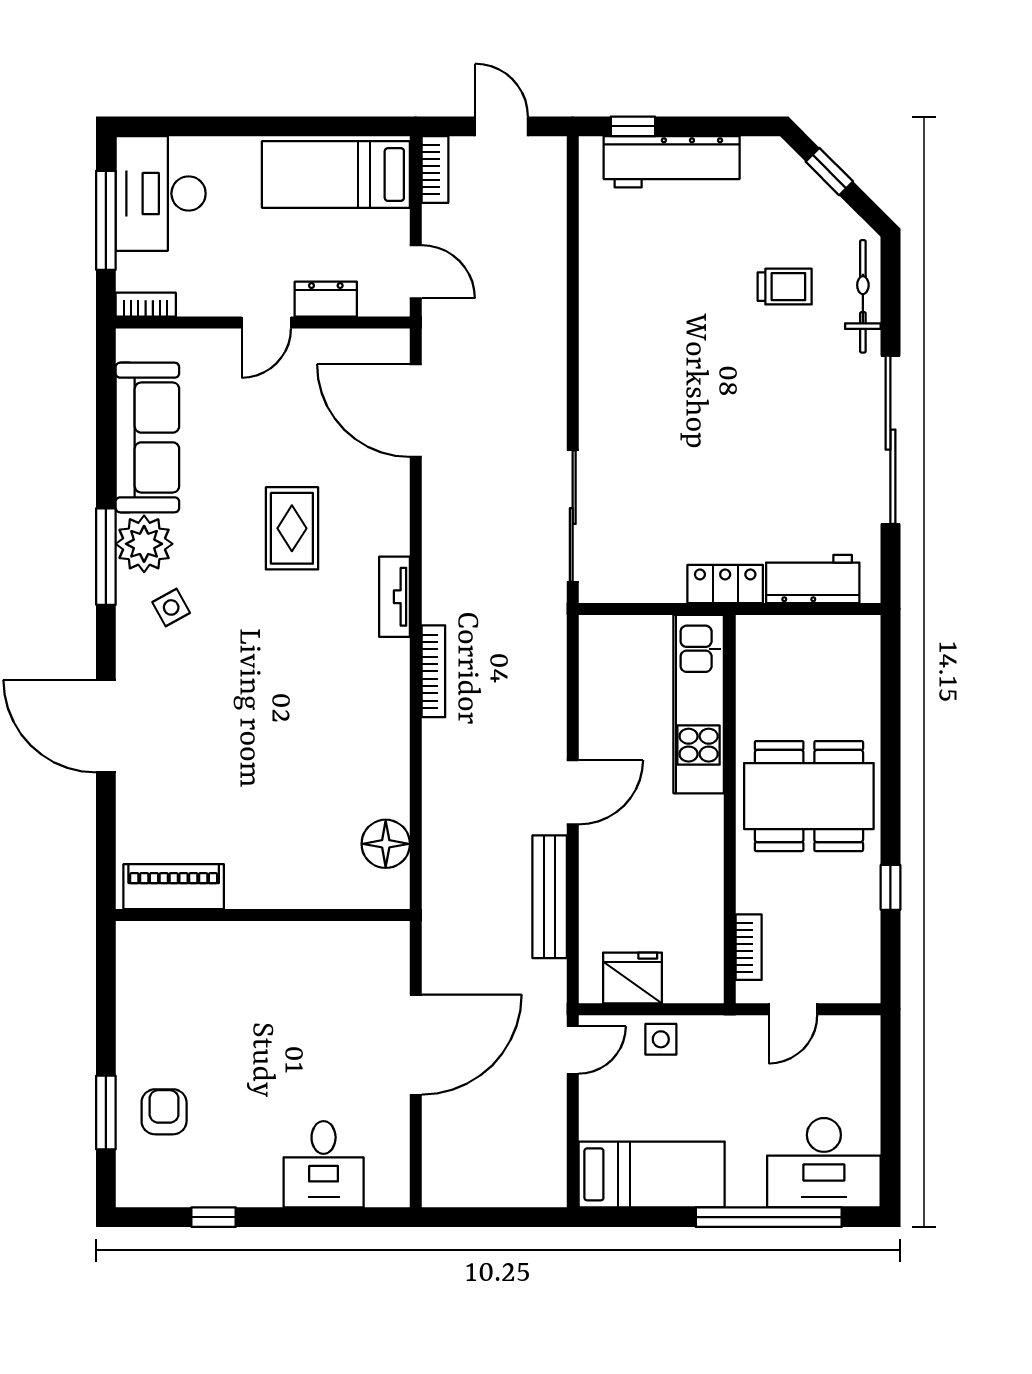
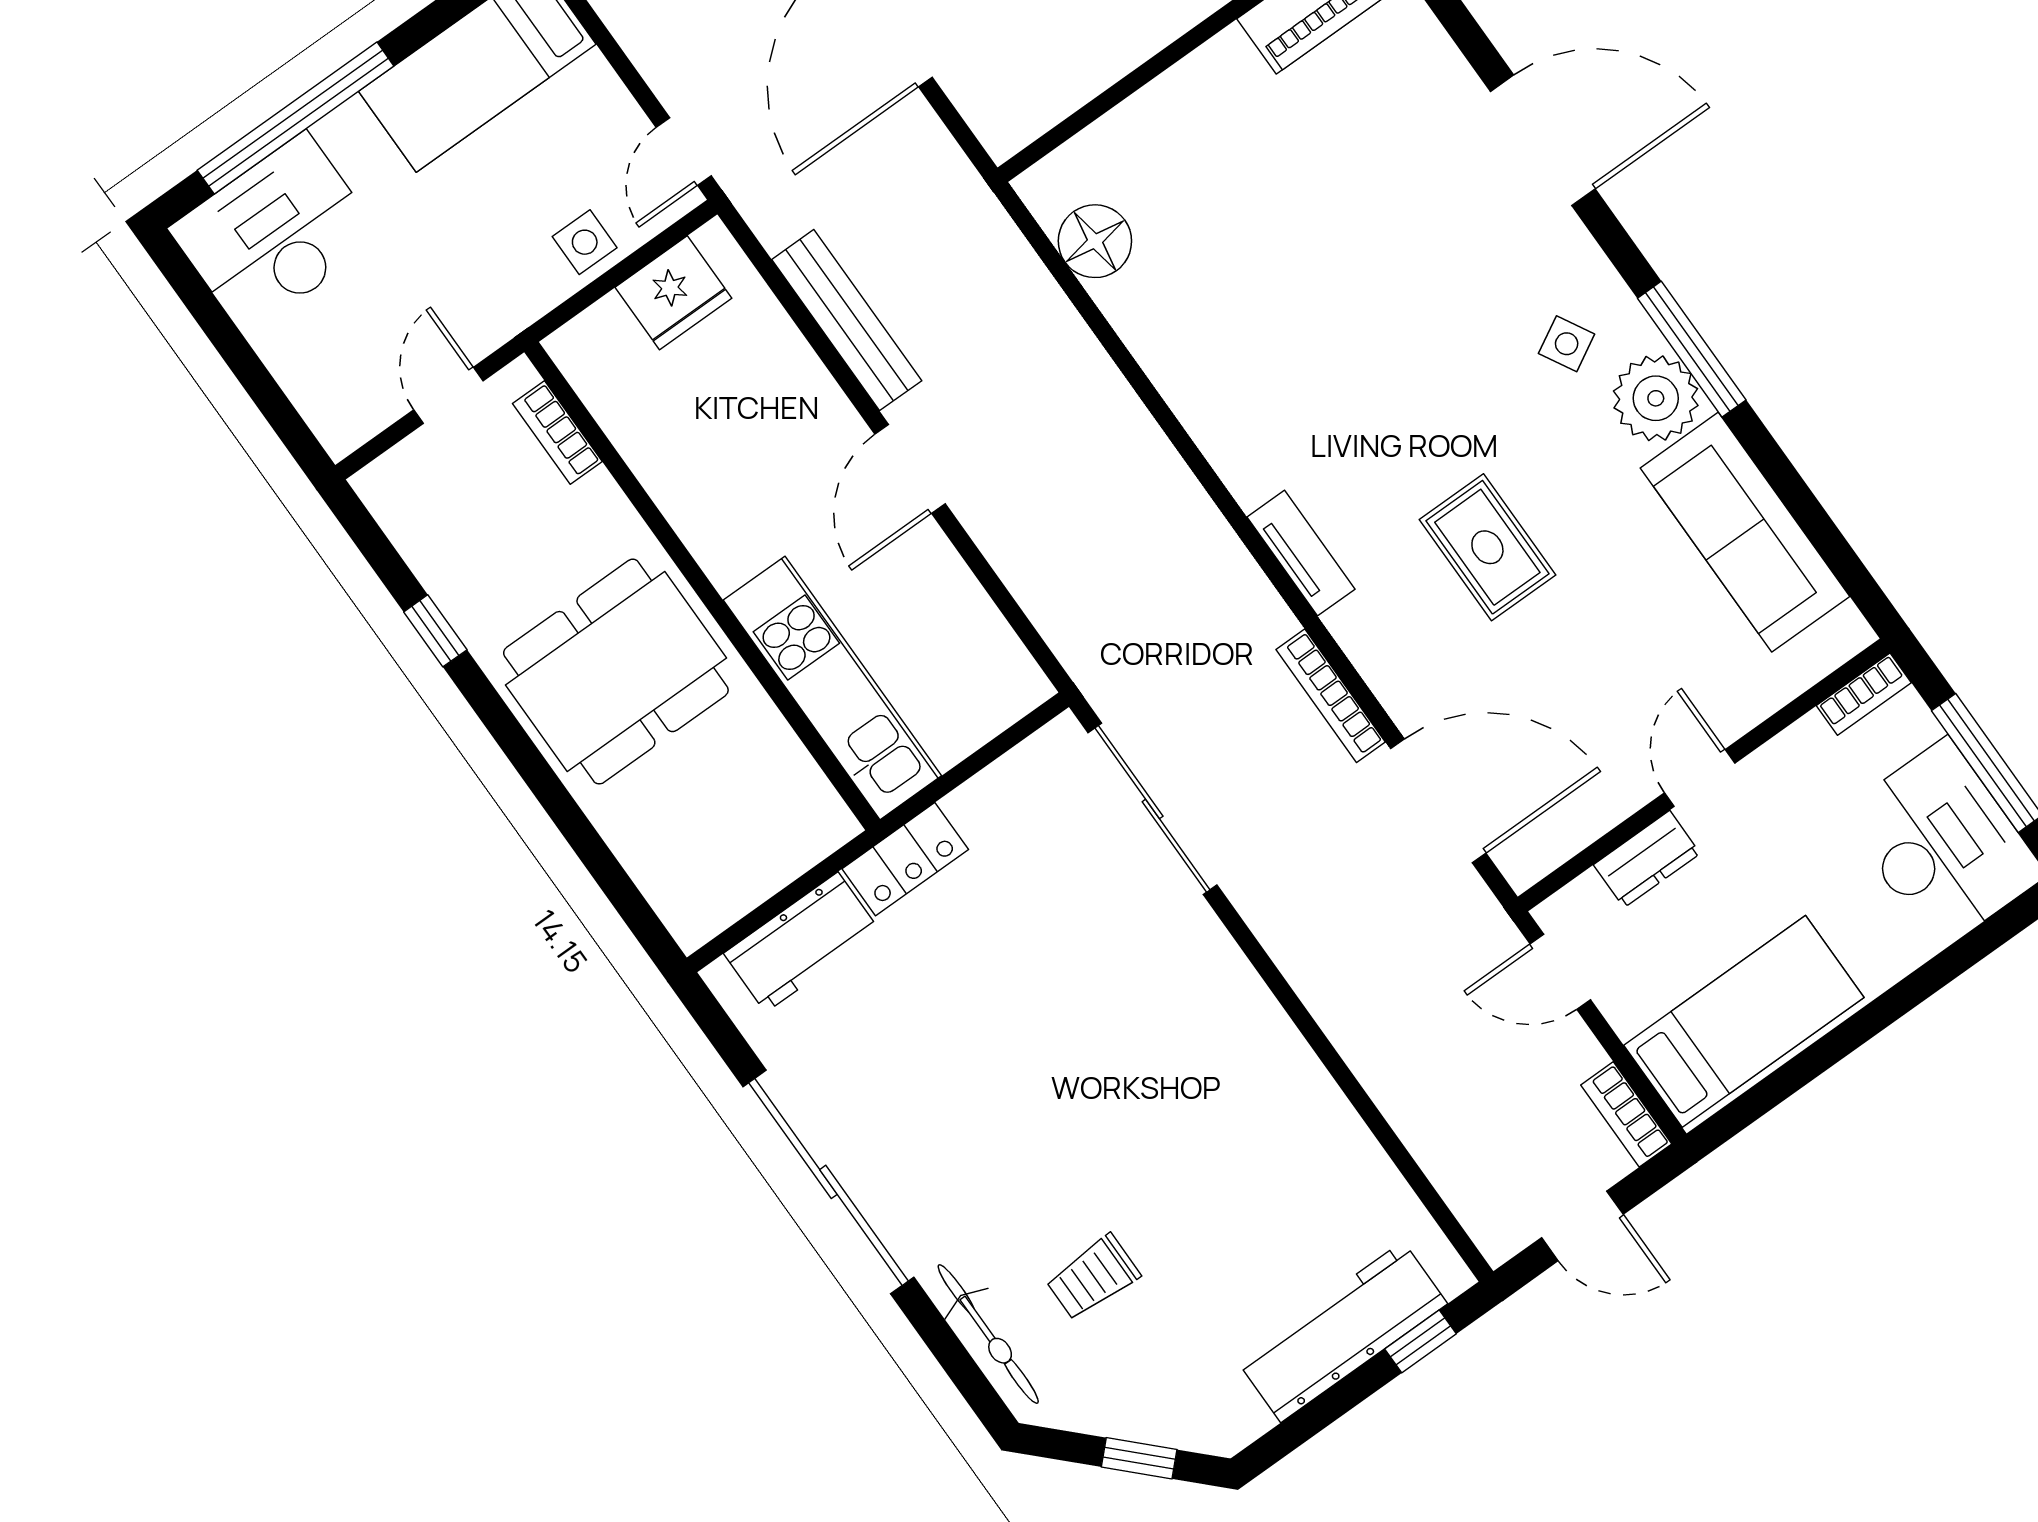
bookcase: (433, 671) -> (1331, 696), moved

